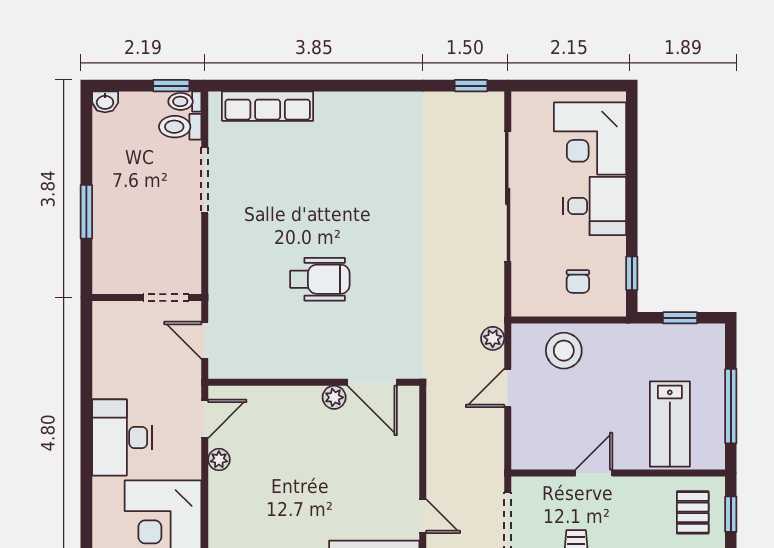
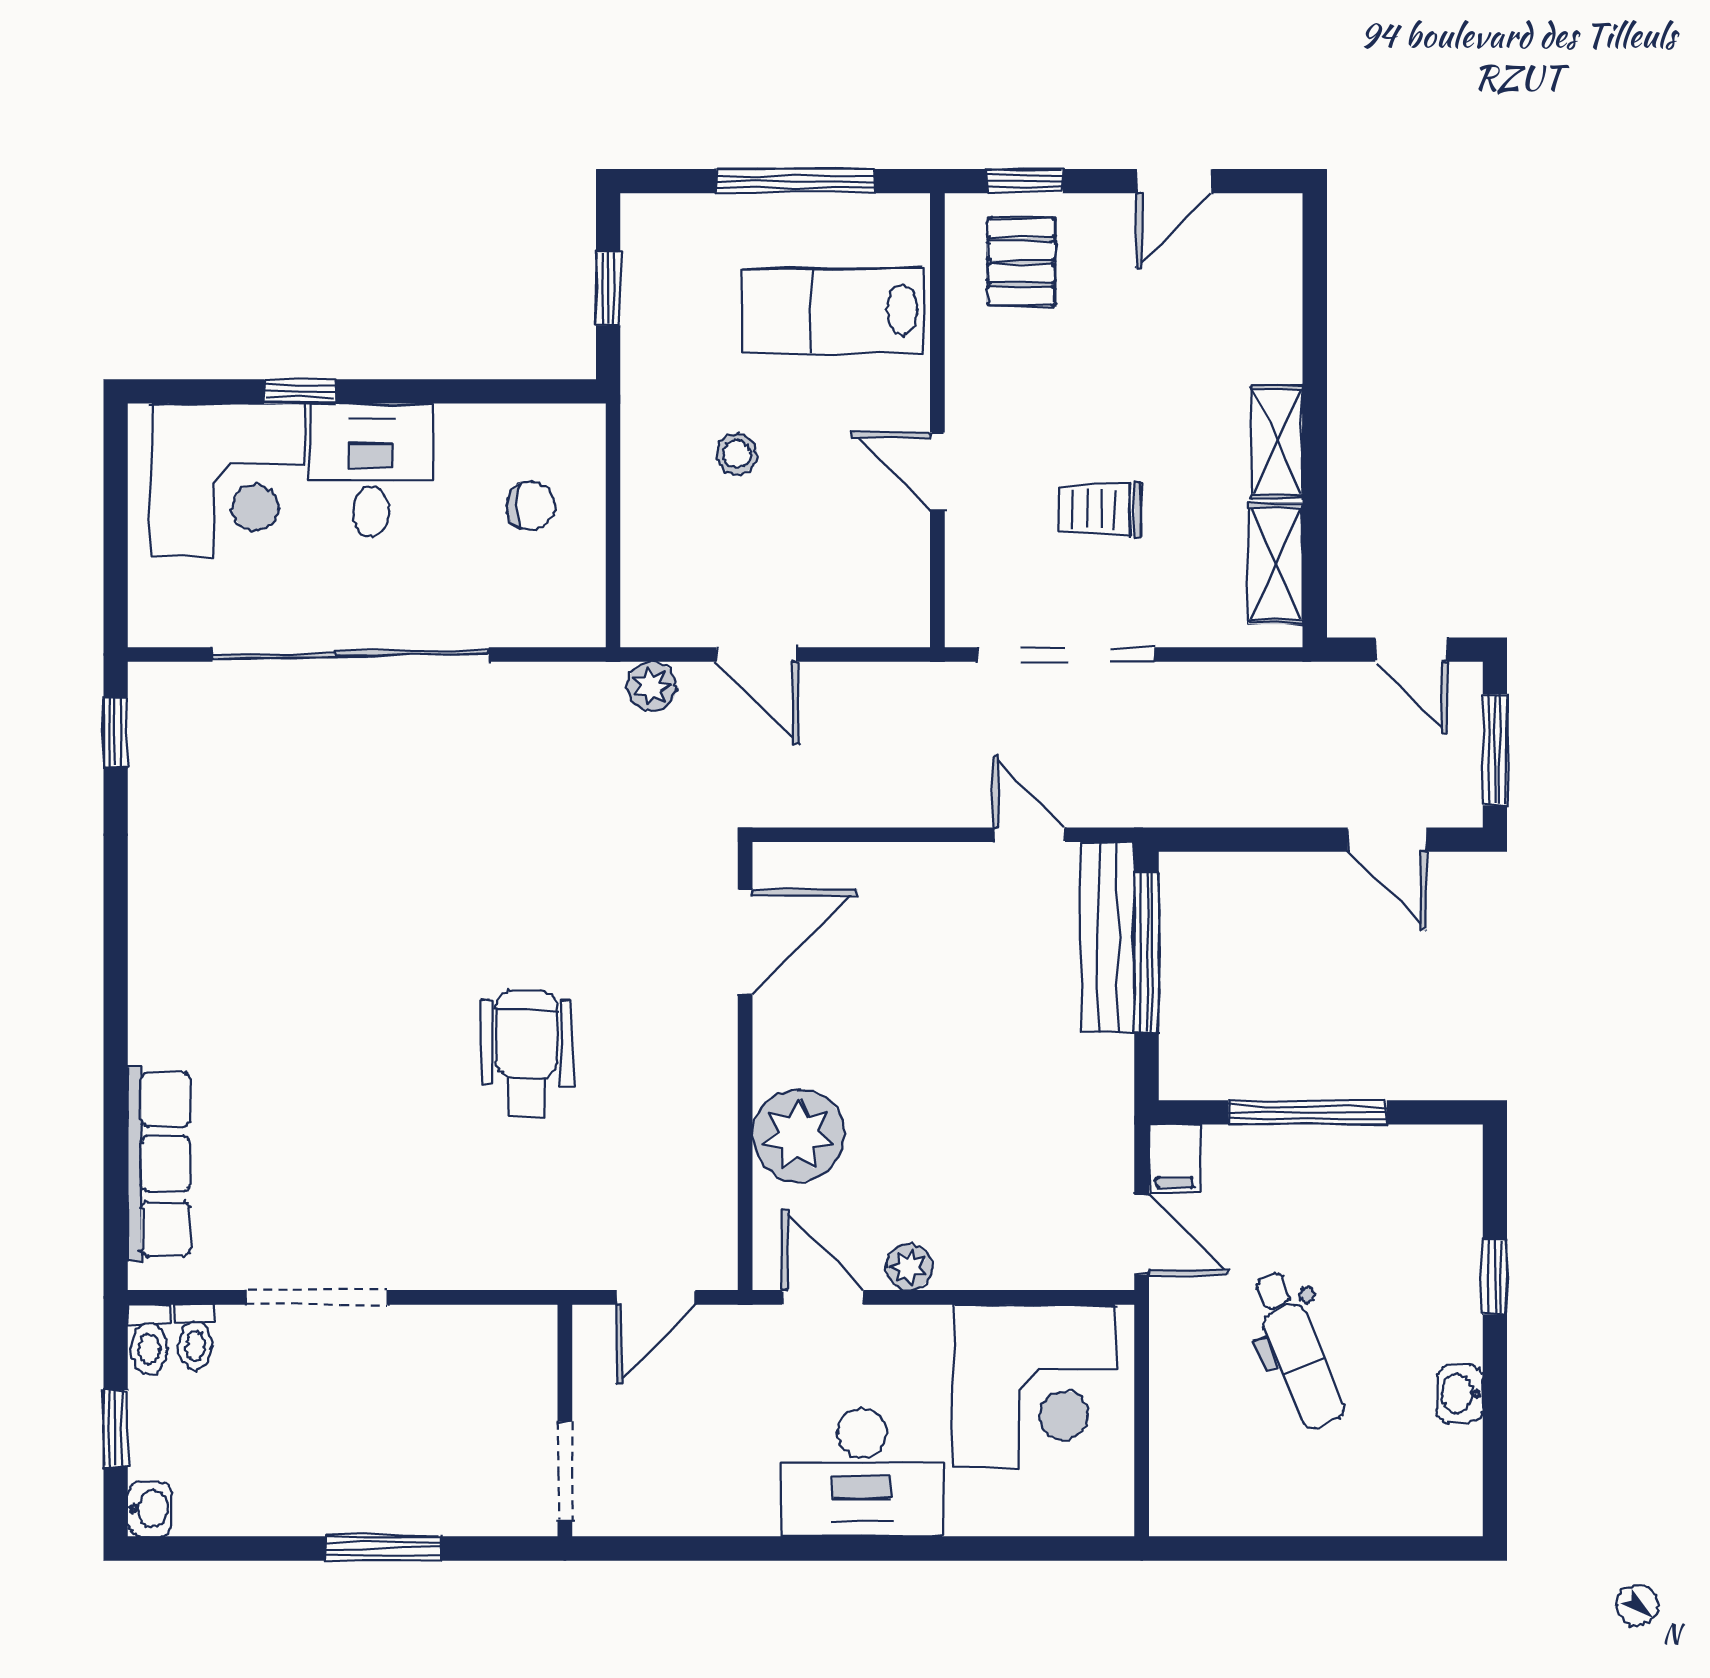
window: (171, 86) -> (116, 1428), moved
toilet: (180, 127) -> (195, 1337), width x0.73, depth x0.72
window: (632, 273) -> (300, 391), moved
doorway: (166, 297) -> (565, 1471), moved
stool: (564, 351) -> (737, 454), moved, width x0.53, depth x0.53
plant: (334, 397) -> (798, 1135), moved, width x1.88, depth x1.88
lab bench: (670, 424) -> (834, 311), turned 180
pallet: (693, 512) -> (1021, 262), turned 90
door: (423, 516) -> (1029, 835), hinge flipped

